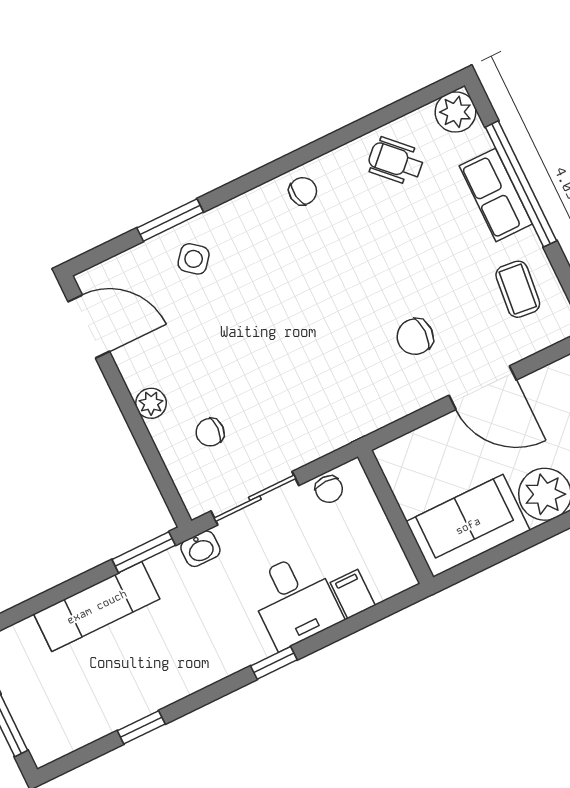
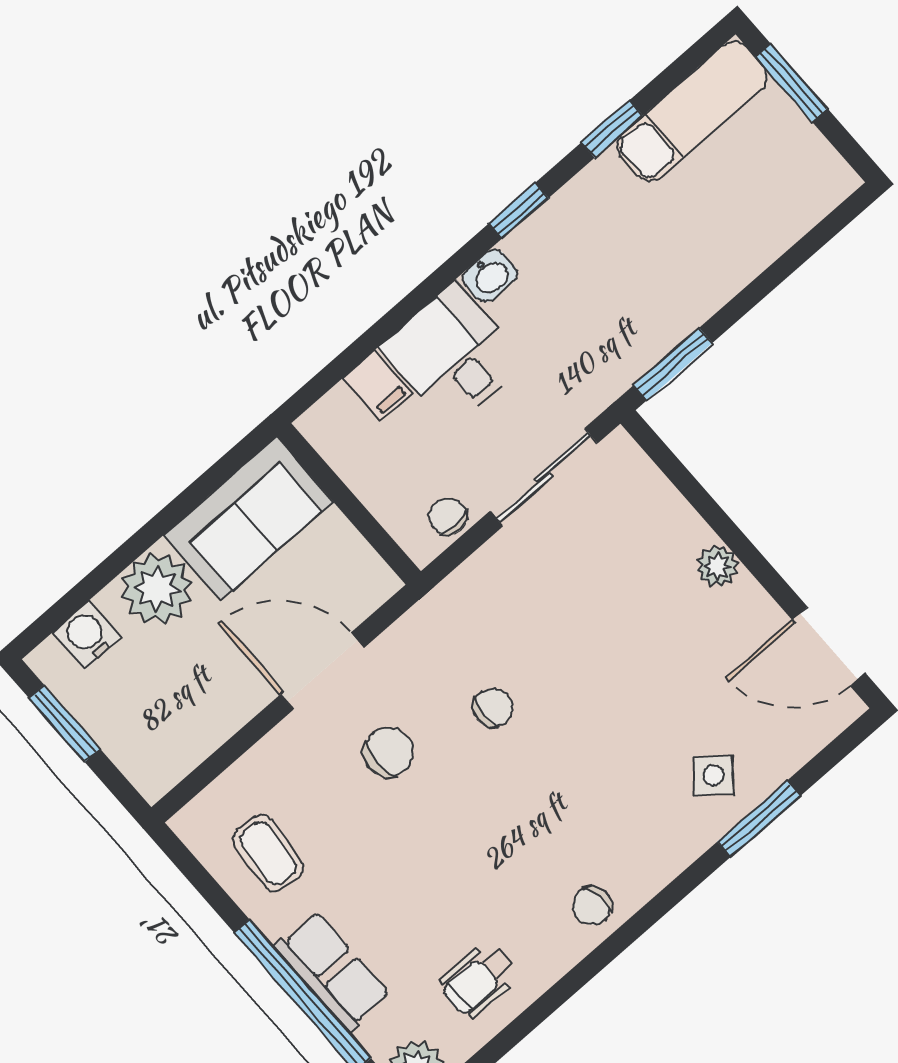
wheelchair: (396, 161) -> (479, 980), turned 135
door: (483, 388) -> (322, 671), moved
chair: (210, 432) -> (493, 708), moved
washbasin: (200, 549) -> (490, 276), moved, turned 180
exam couch: (97, 607) -> (692, 111), moved, turned 180
window: (274, 663) -> (519, 211), moved

